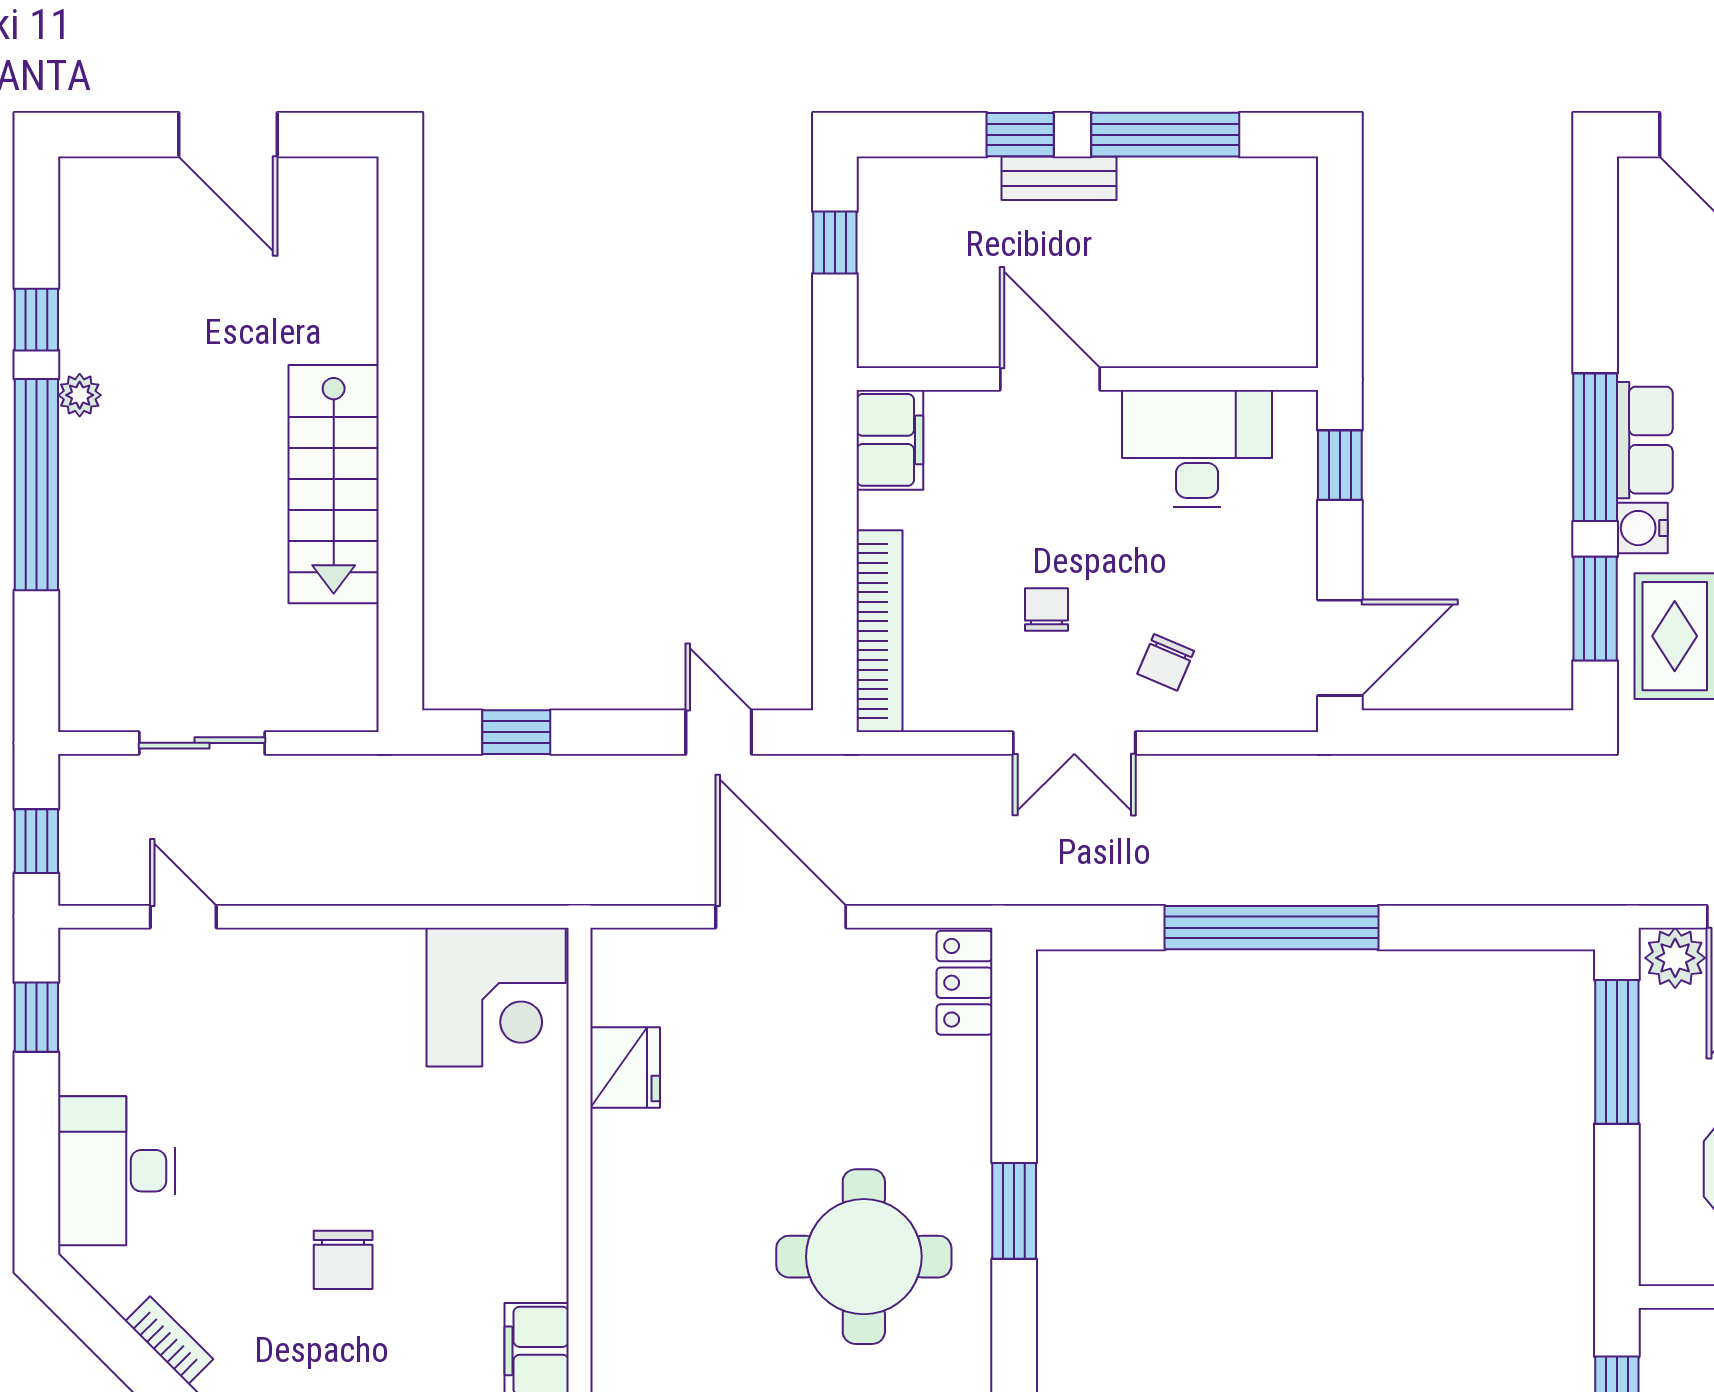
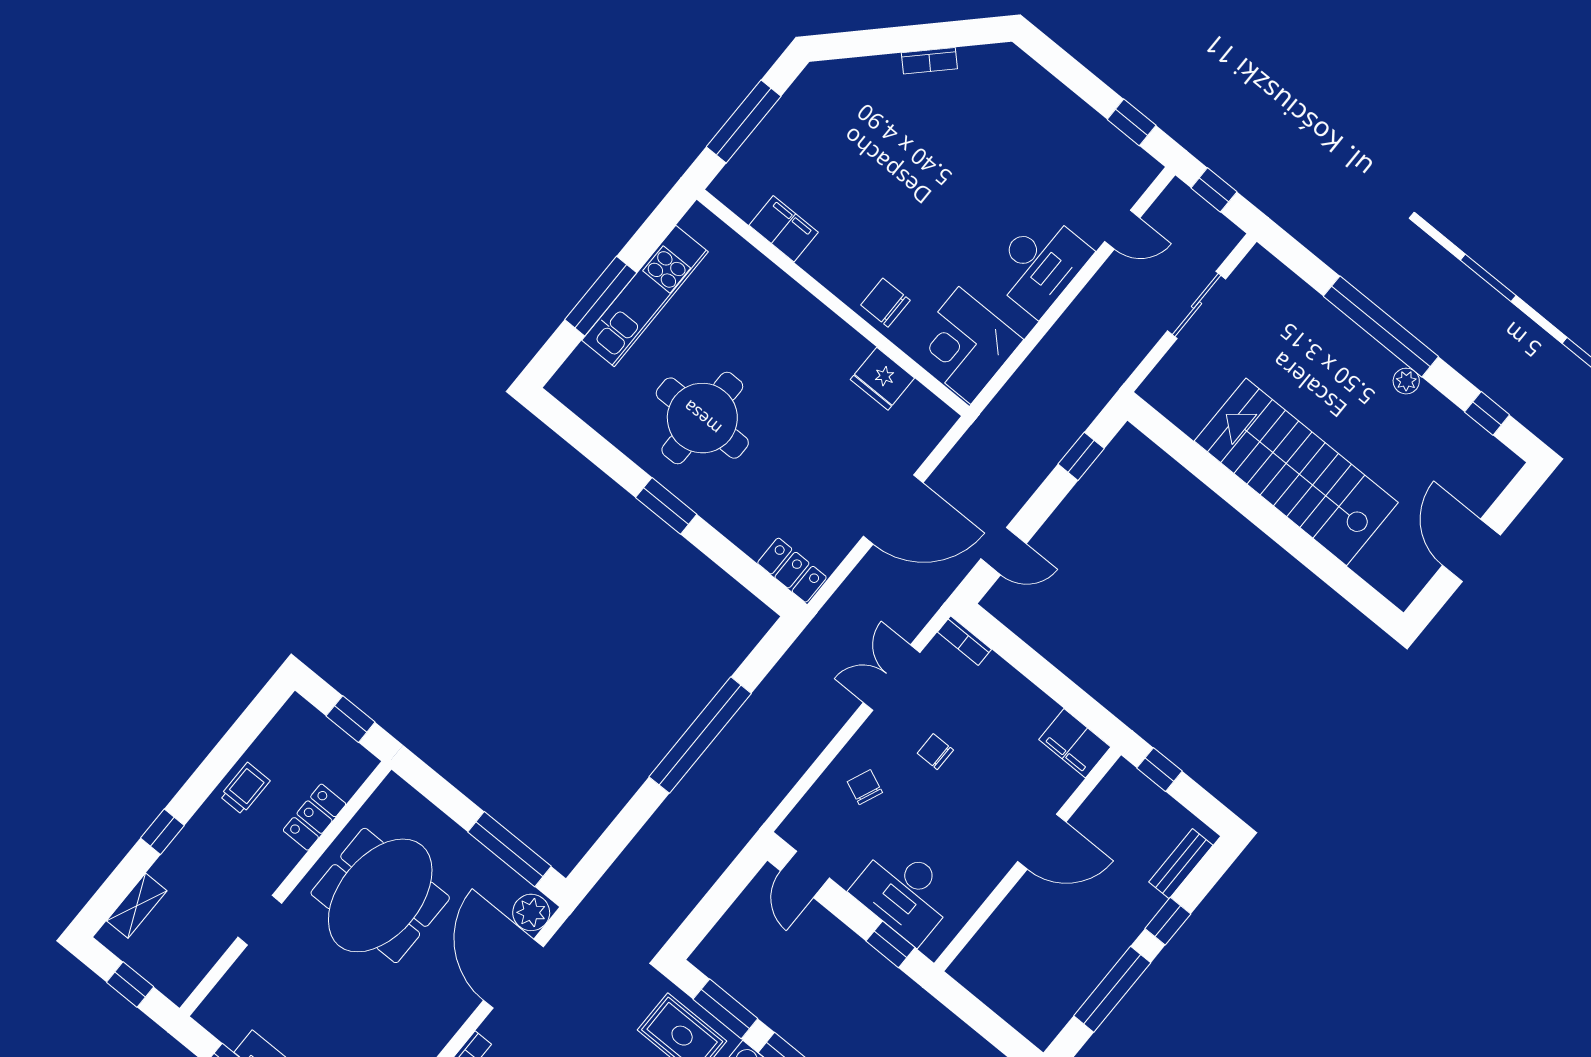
door: (228, 135) -> (1471, 550), hinge flipped
bench: (1059, 178) -> (1181, 864), moved
window: (835, 243) -> (1159, 770), moved
window: (36, 320) -> (1487, 413), moved
desk: (1197, 449) -> (904, 893), moved, turned 90
stairs: (334, 484) -> (1296, 472), width x1.36, depth x1.51
chair: (1047, 610) -> (935, 752), turned 180
bookcase: (879, 631) -> (964, 641), width x0.43, depth x0.76
door: (1340, 648) -> (805, 874), width x0.73
double door: (1074, 743) -> (892, 678), moved
desk: (117, 1171) -> (1040, 264), moved, turned 90
chair: (343, 1260) -> (885, 303), moved

